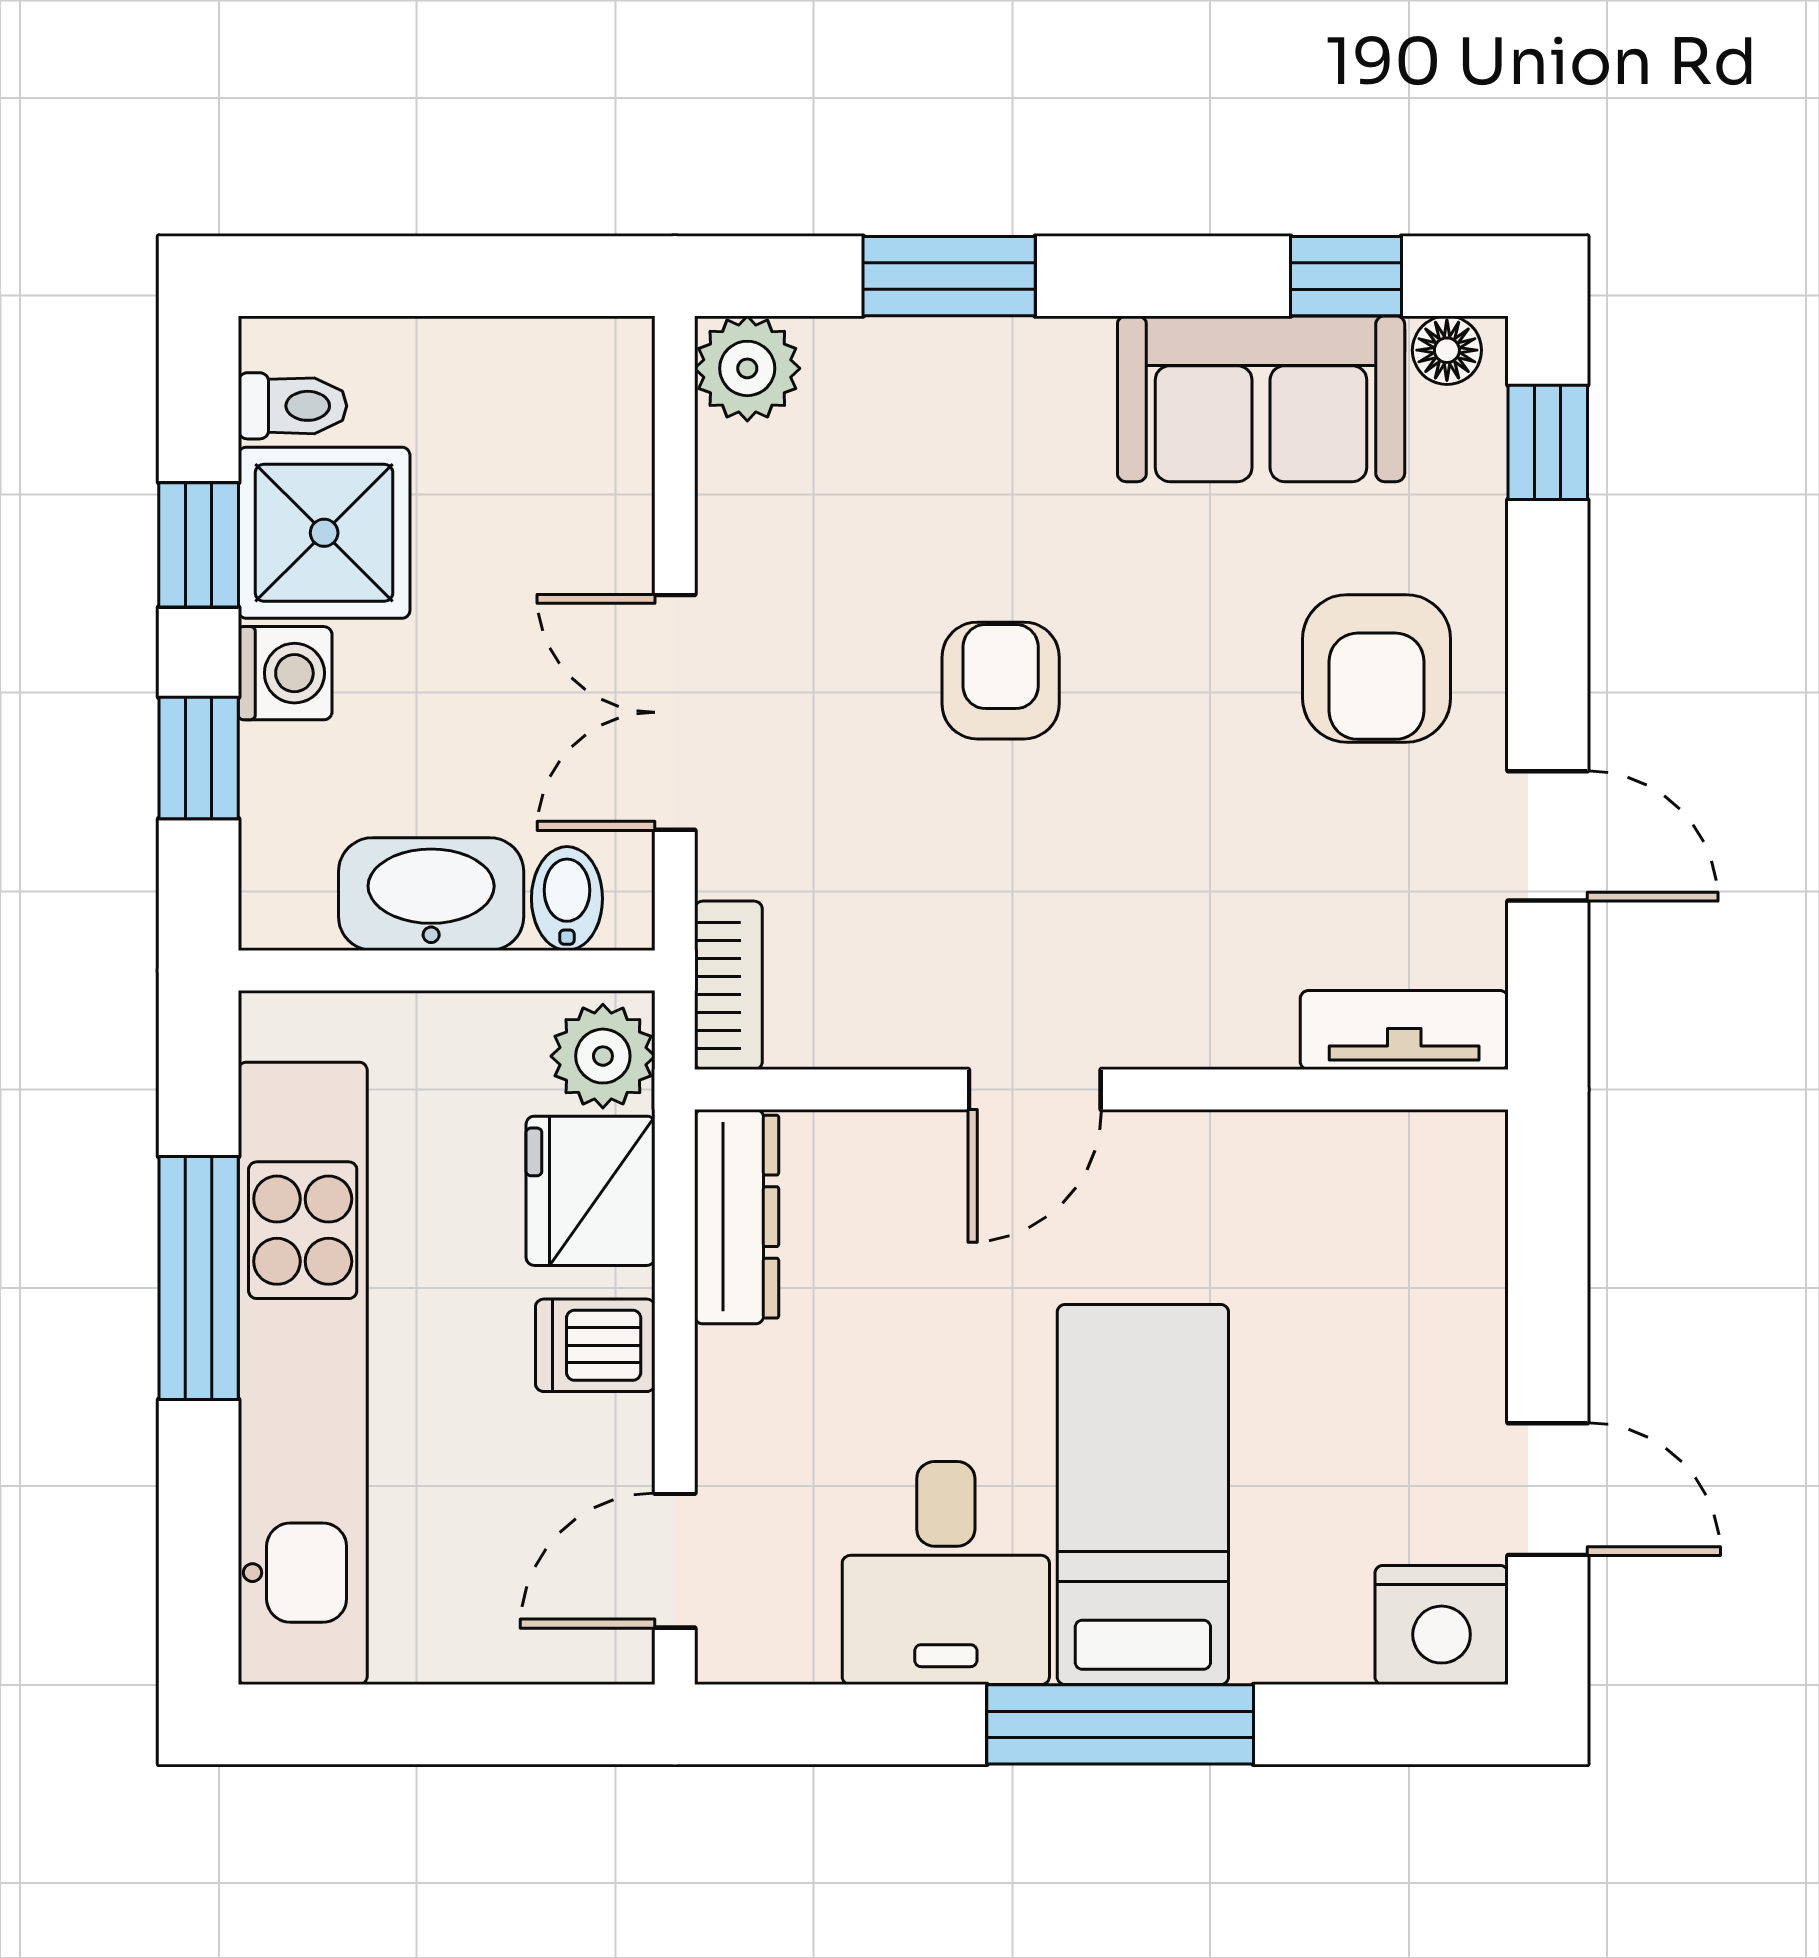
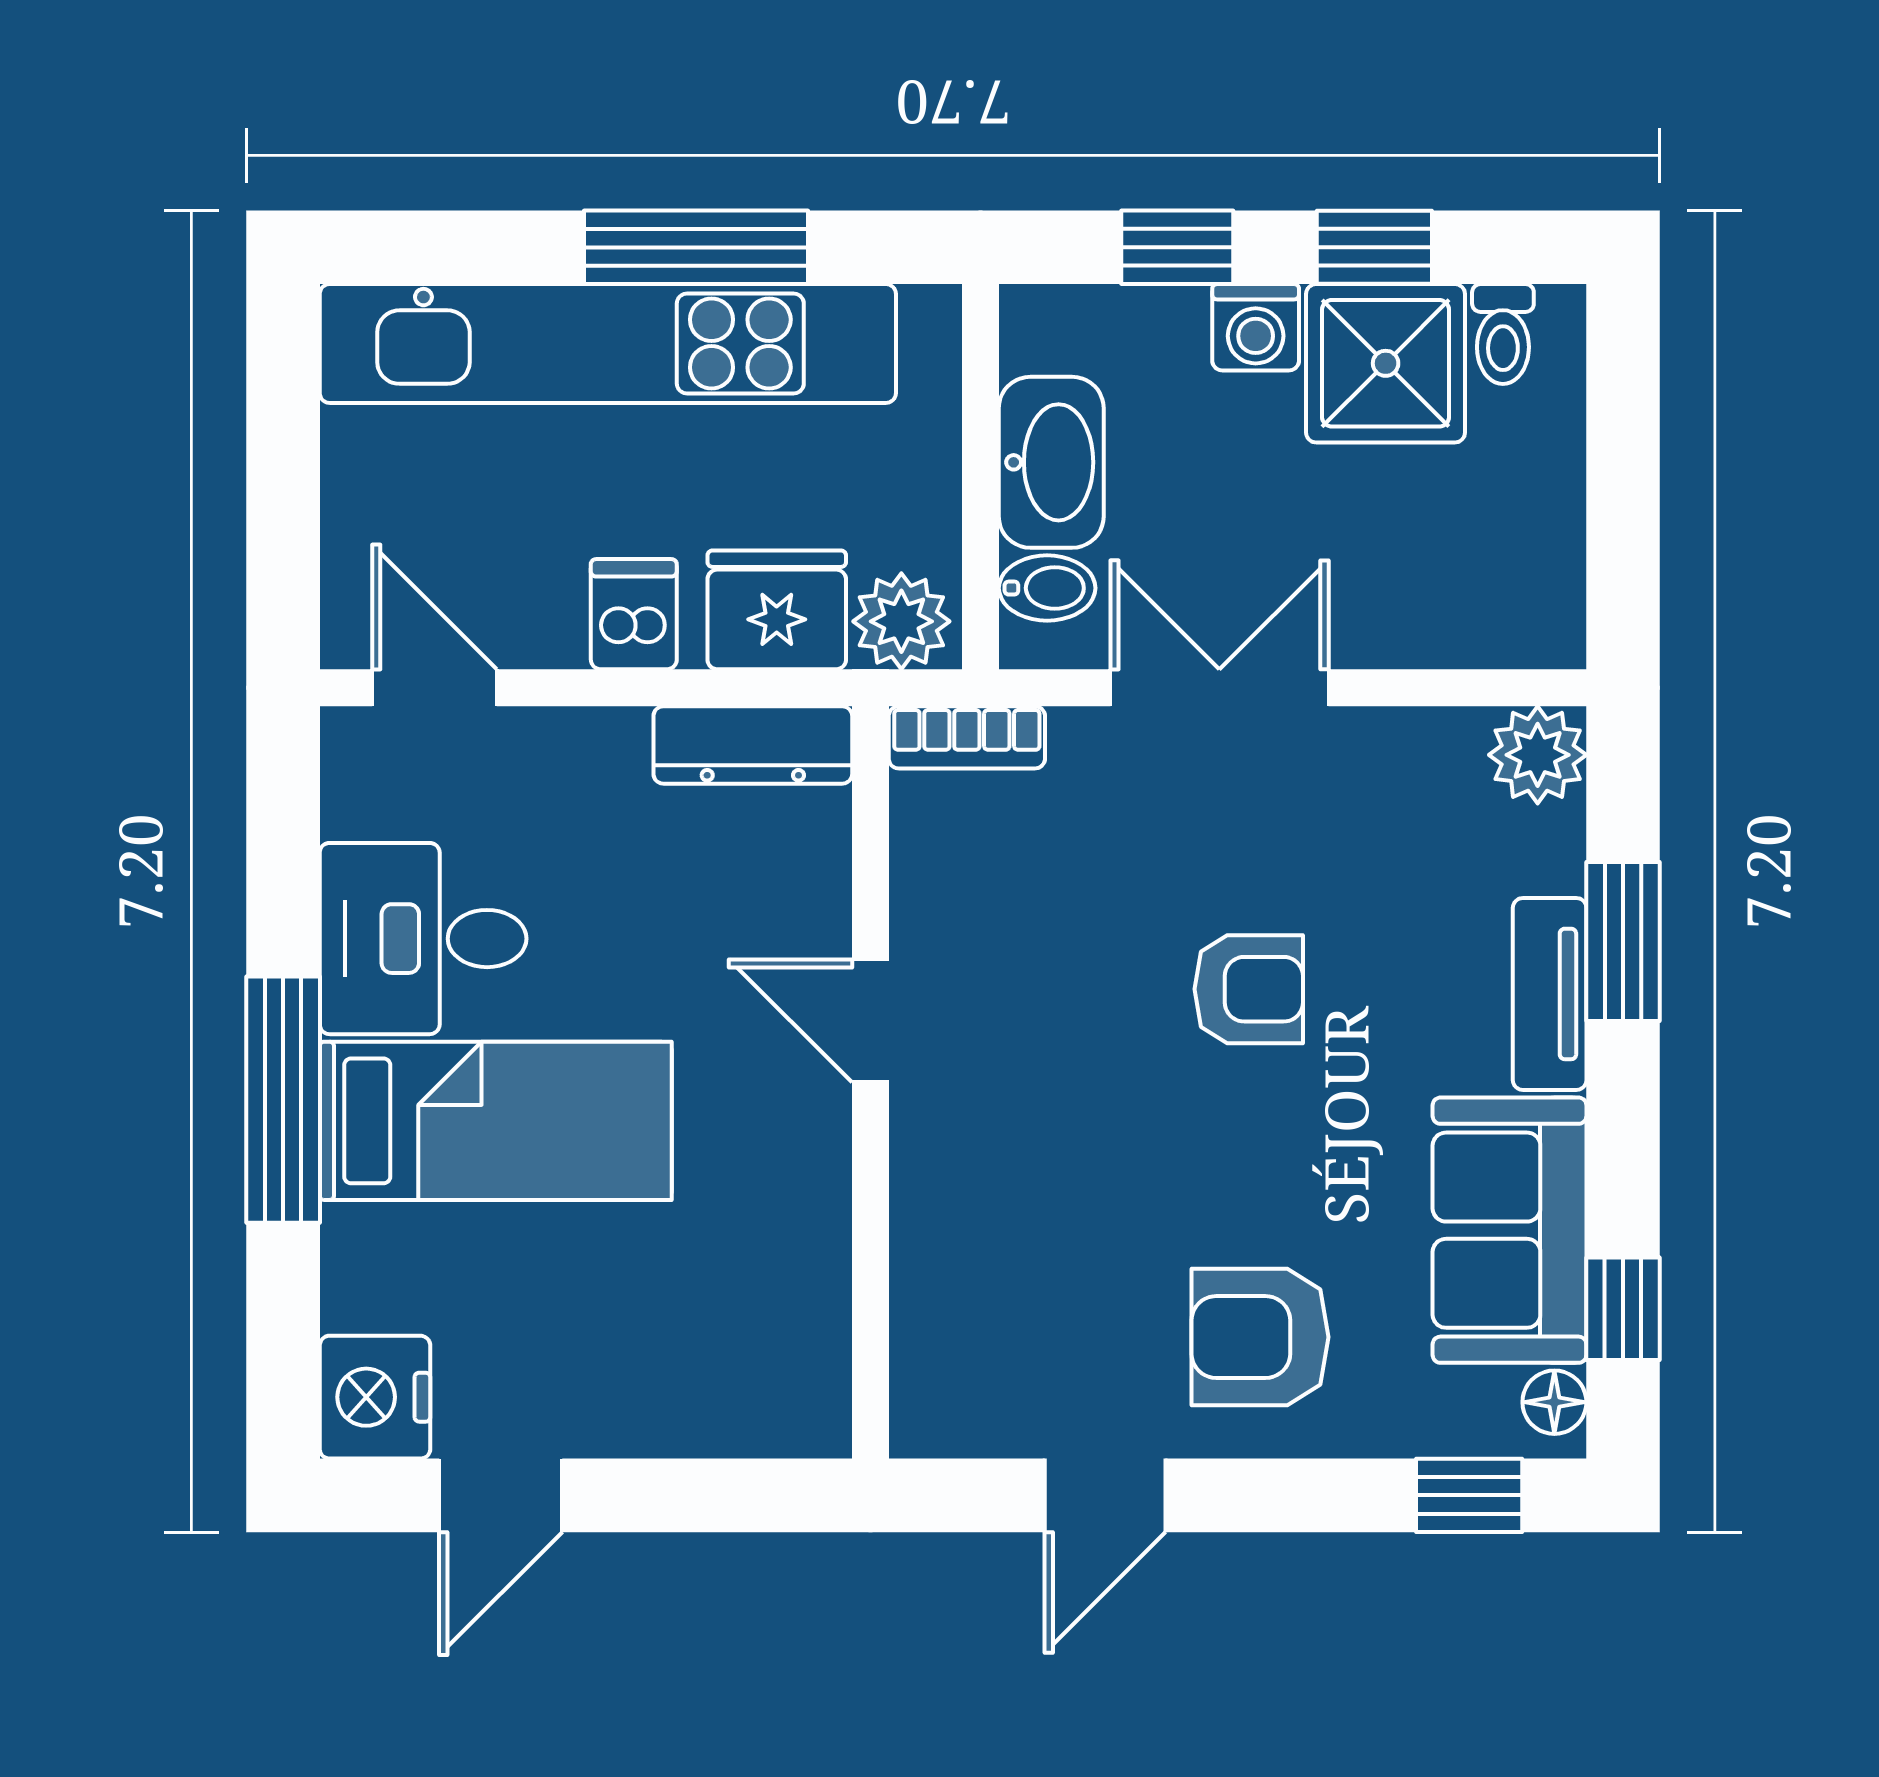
tv unit: (1404, 1030) -> (1550, 994), moved, turned 180

